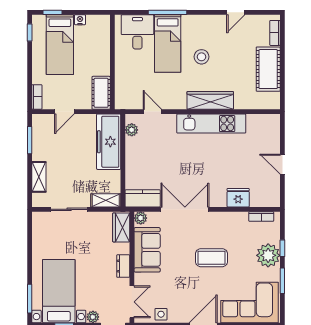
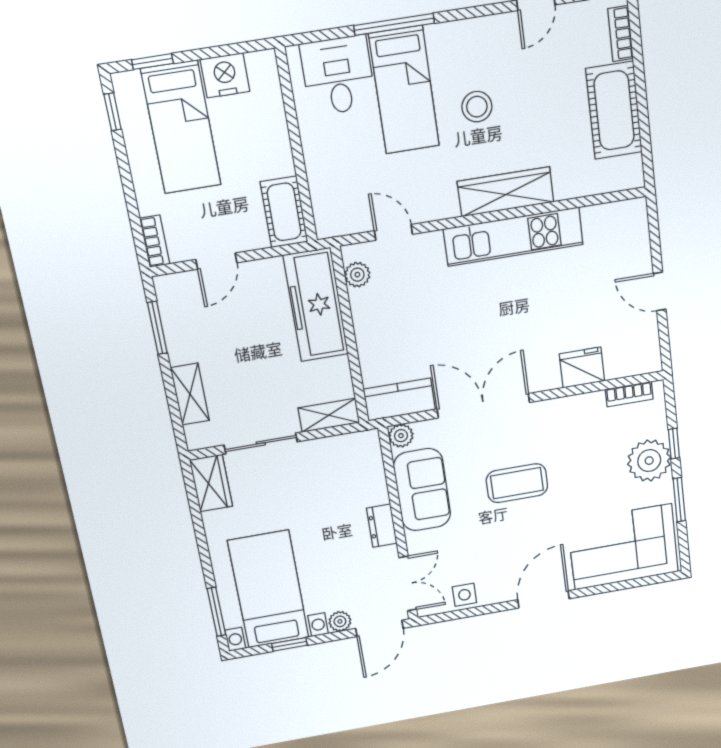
nightstand: (80, 20) -> (225, 75), width x1.89, depth x1.79
wardrobe: (121, 227) -> (211, 483), moved, turned 180
coffee table: (212, 258) -> (517, 483), moved

